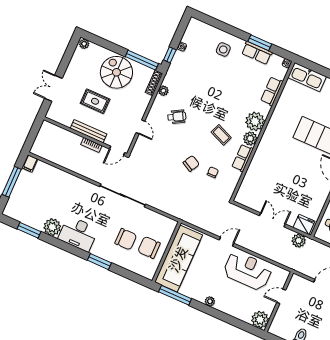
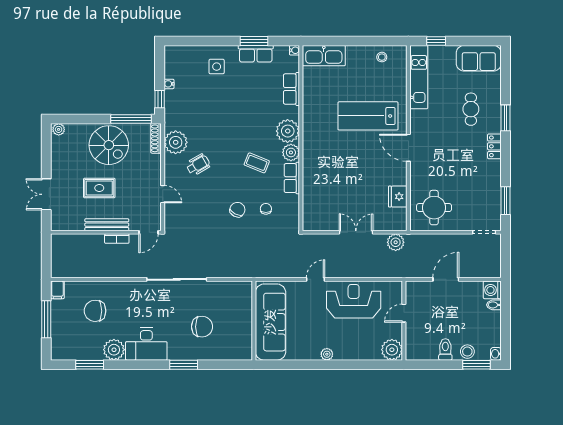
spiral stairs: (116, 72) -> (109, 145), turned 180
plant: (163, 91) -> (176, 142), width x1.88, depth x1.88
fridge: (304, 224) -> (398, 197), moved, turned -90
chair: (149, 247) -> (95, 311), moved
window: (175, 295) -> (285, 365), removed

